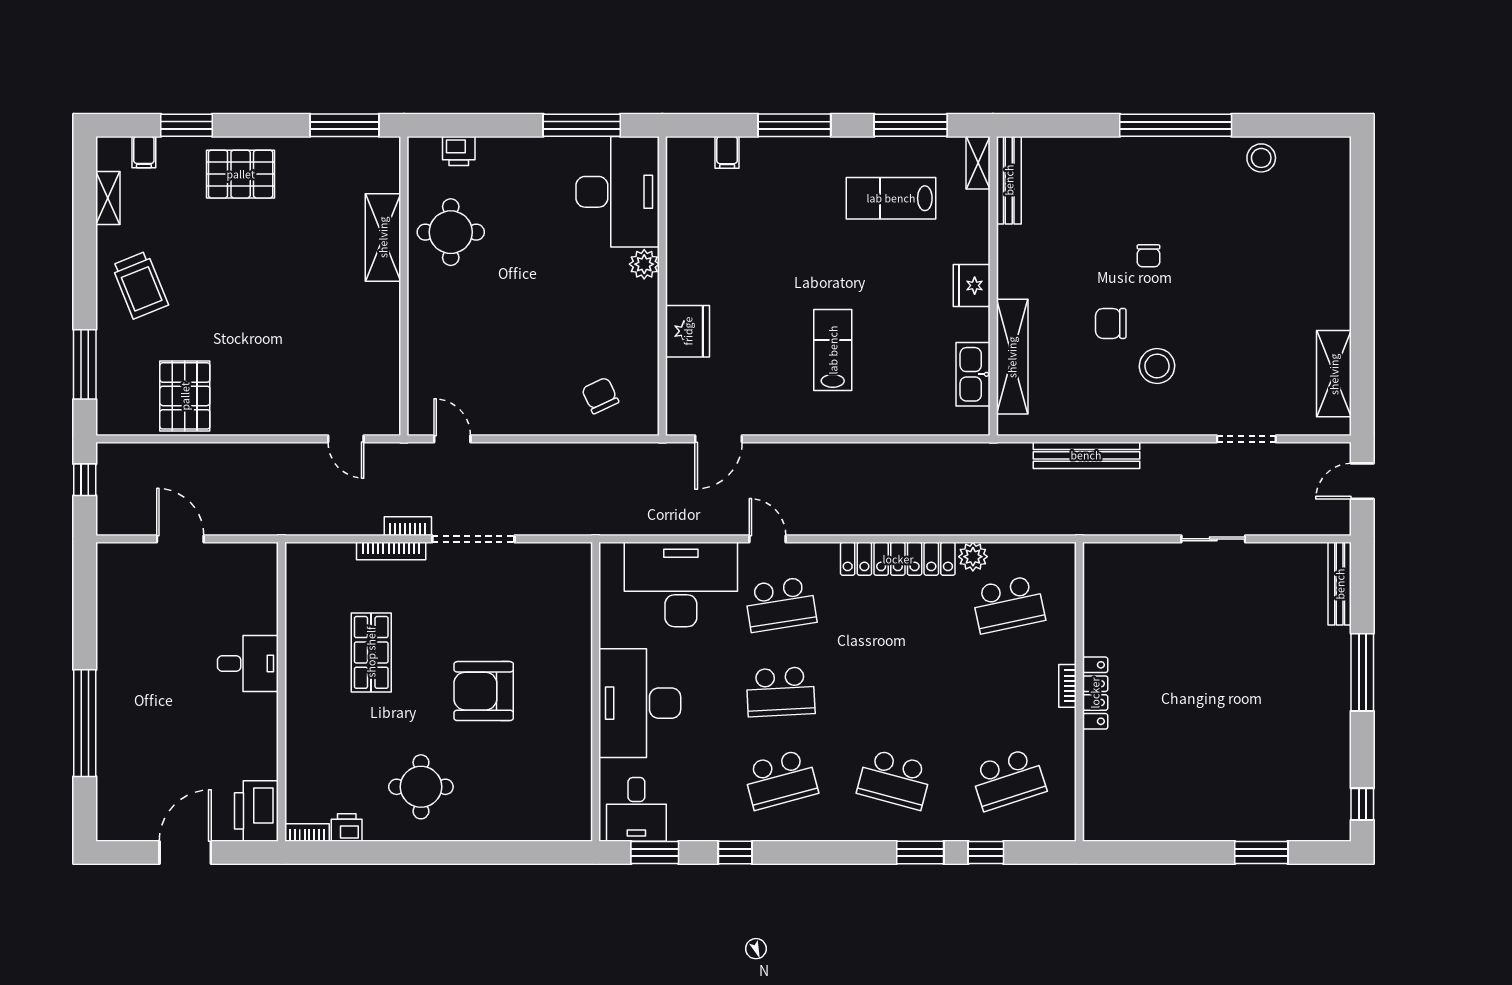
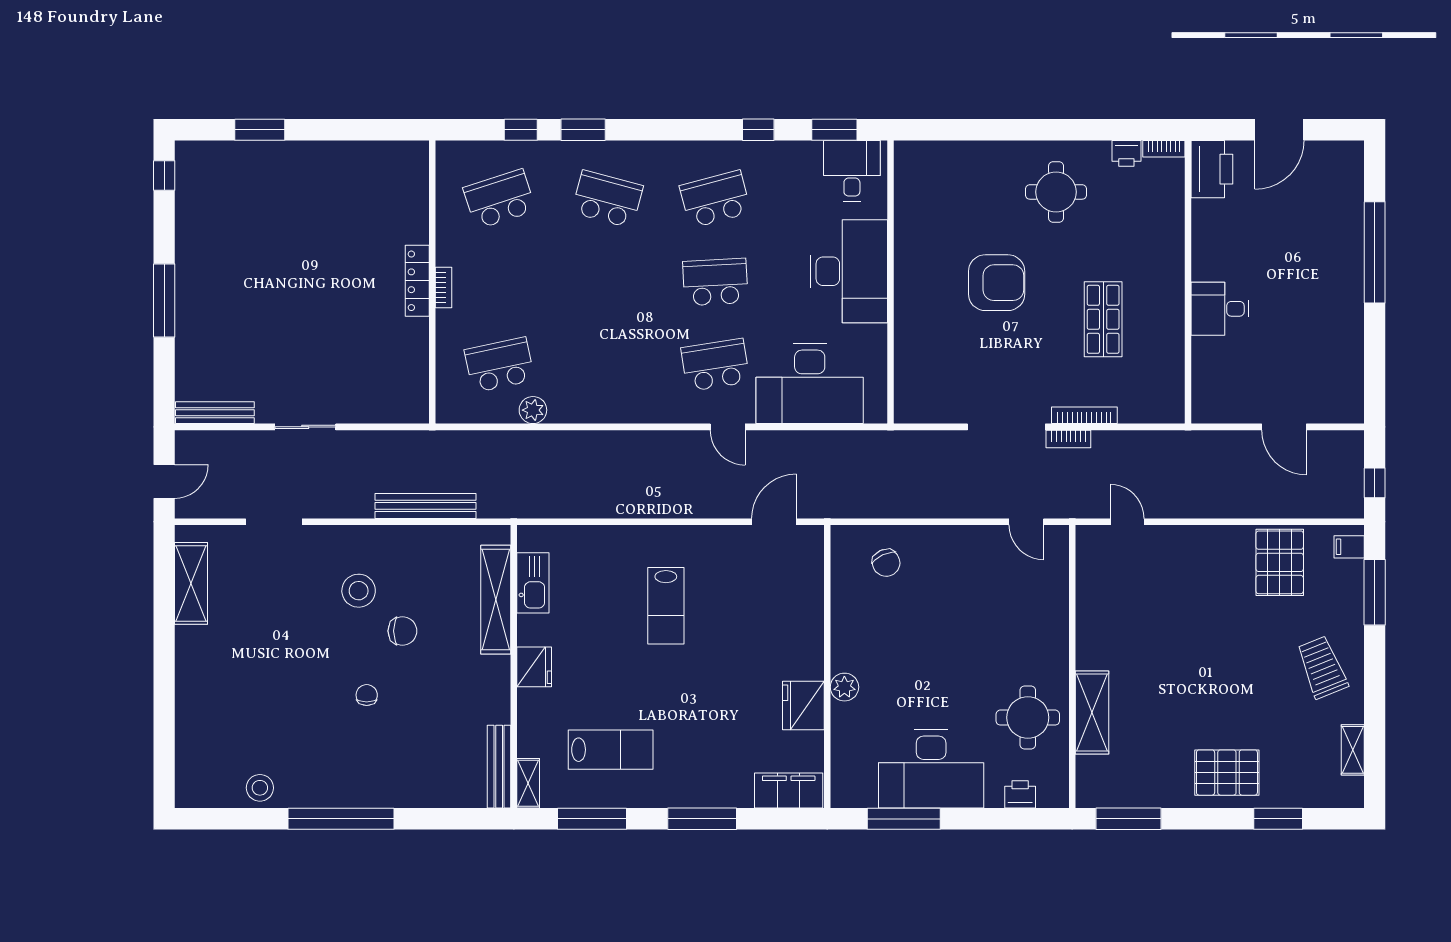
filing cabinet: (144, 152) -> (1349, 547), moved, turned -90
filing cabinet: (727, 152) -> (789, 791), width x3.00, depth x1.17
desk: (618, 192) -> (931, 769), moved, turned -90
fridge: (688, 331) -> (803, 706), moved
locker: (898, 559) -> (604, 408), removed
bench: (1340, 584) -> (215, 413), moved, turned 90

